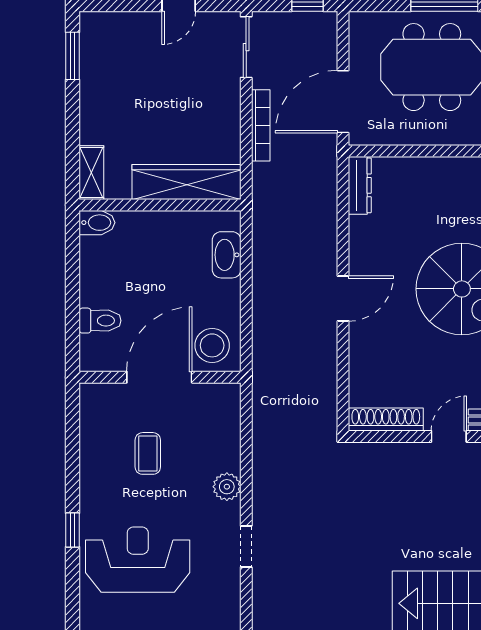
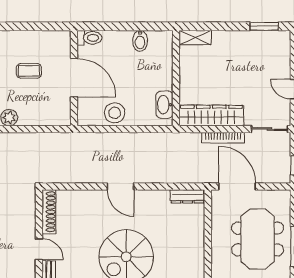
wardrobe: (186, 182) -> (211, 115), moved, turned -90
bidet: (97, 223) -> (140, 41), moved
washbasin: (227, 255) -> (164, 105), moved, turned -90
toilet: (100, 321) -> (90, 38), moved, turned -90
stool: (212, 345) -> (115, 113), moved

